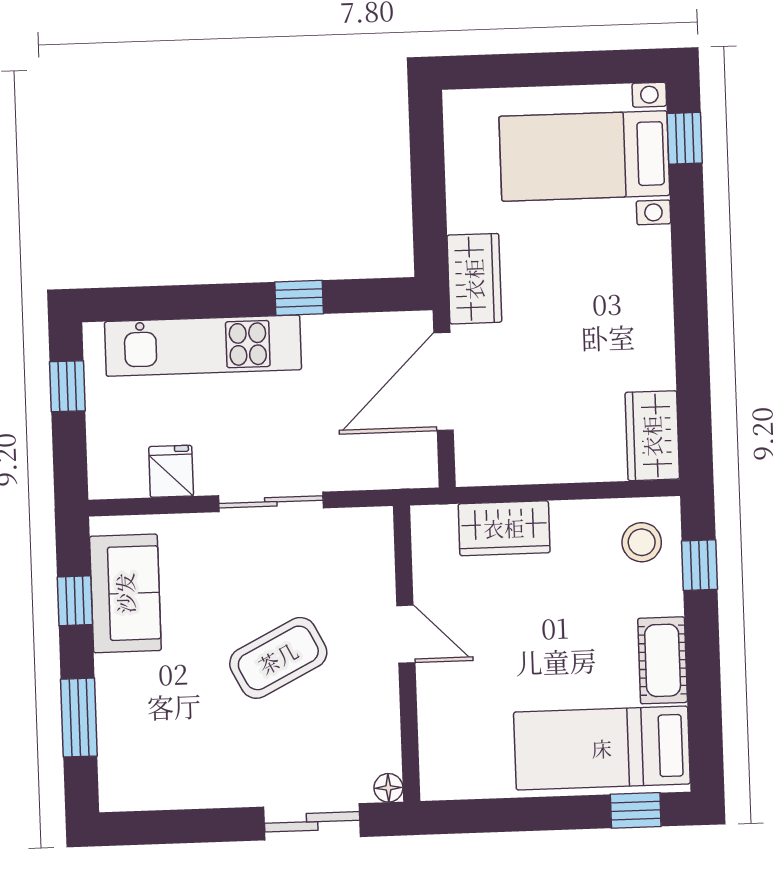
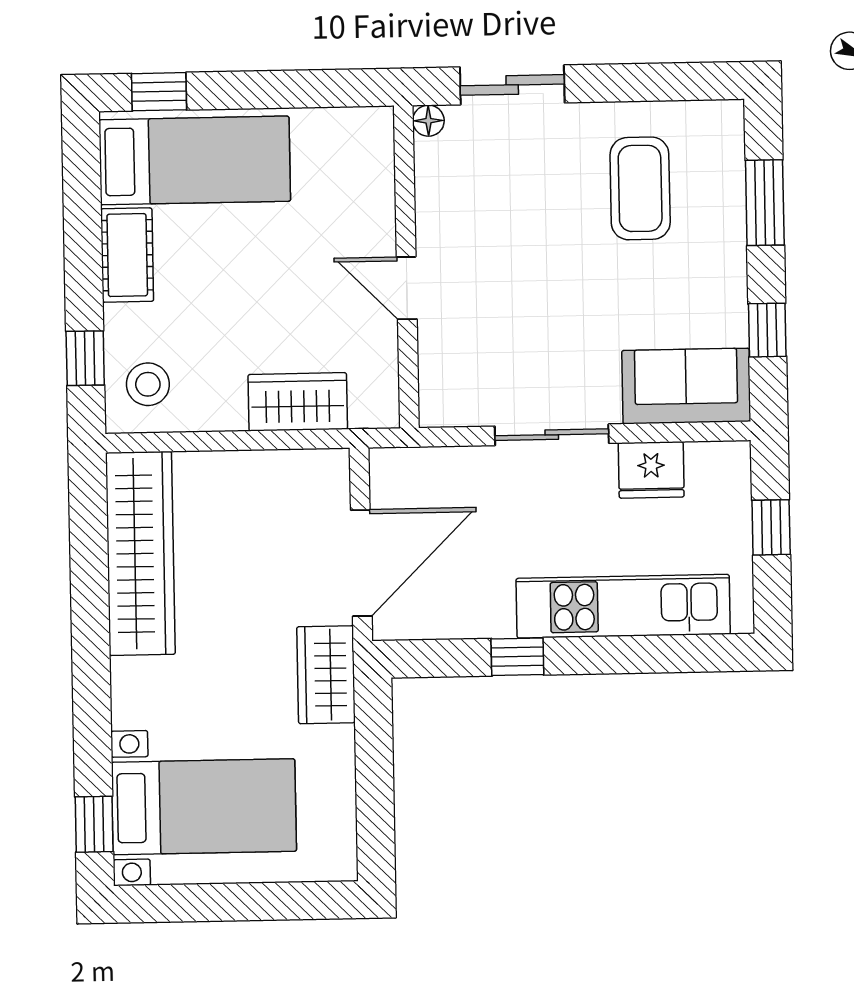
window: (67, 386) -> (771, 527), moved
wardrobe: (652, 436) -> (140, 553), width x2.10, depth x1.17
fridge: (171, 471) -> (651, 470), width x1.38
sofa: (125, 593) -> (686, 386), moved, turned 90
coffee table: (278, 658) -> (640, 188), moved, turned -63

